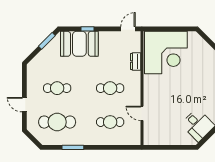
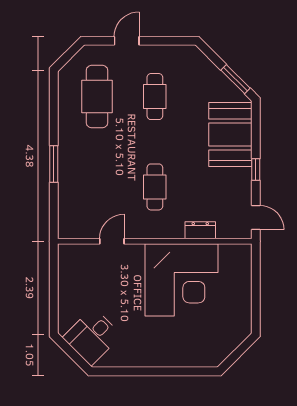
window: (88, 29) -> (256, 169), moved
corner desk: (166, 52) -> (181, 280), moved, turned -90
cafe table: (110, 122) -> (97, 187), removed
window: (73, 147) -> (54, 164), moved

